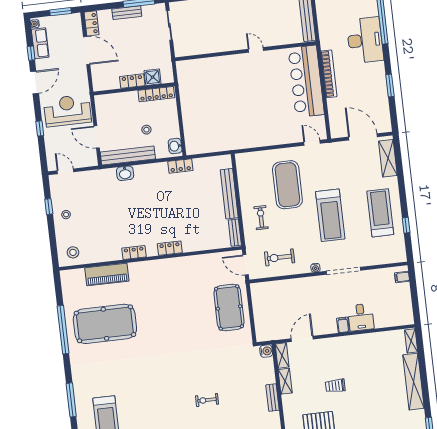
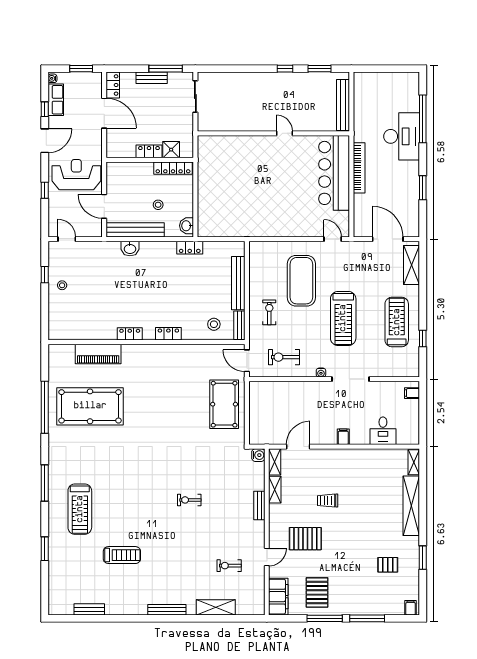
stool: (73, 252) -> (214, 324), moved
desk: (361, 317) -> (383, 431), moved

